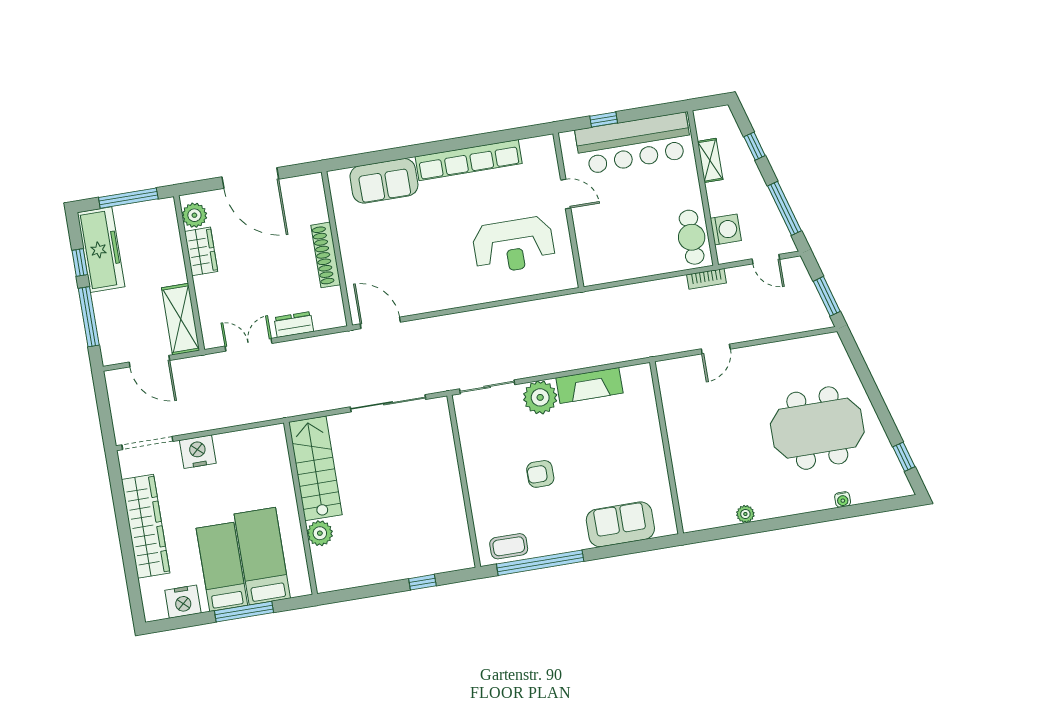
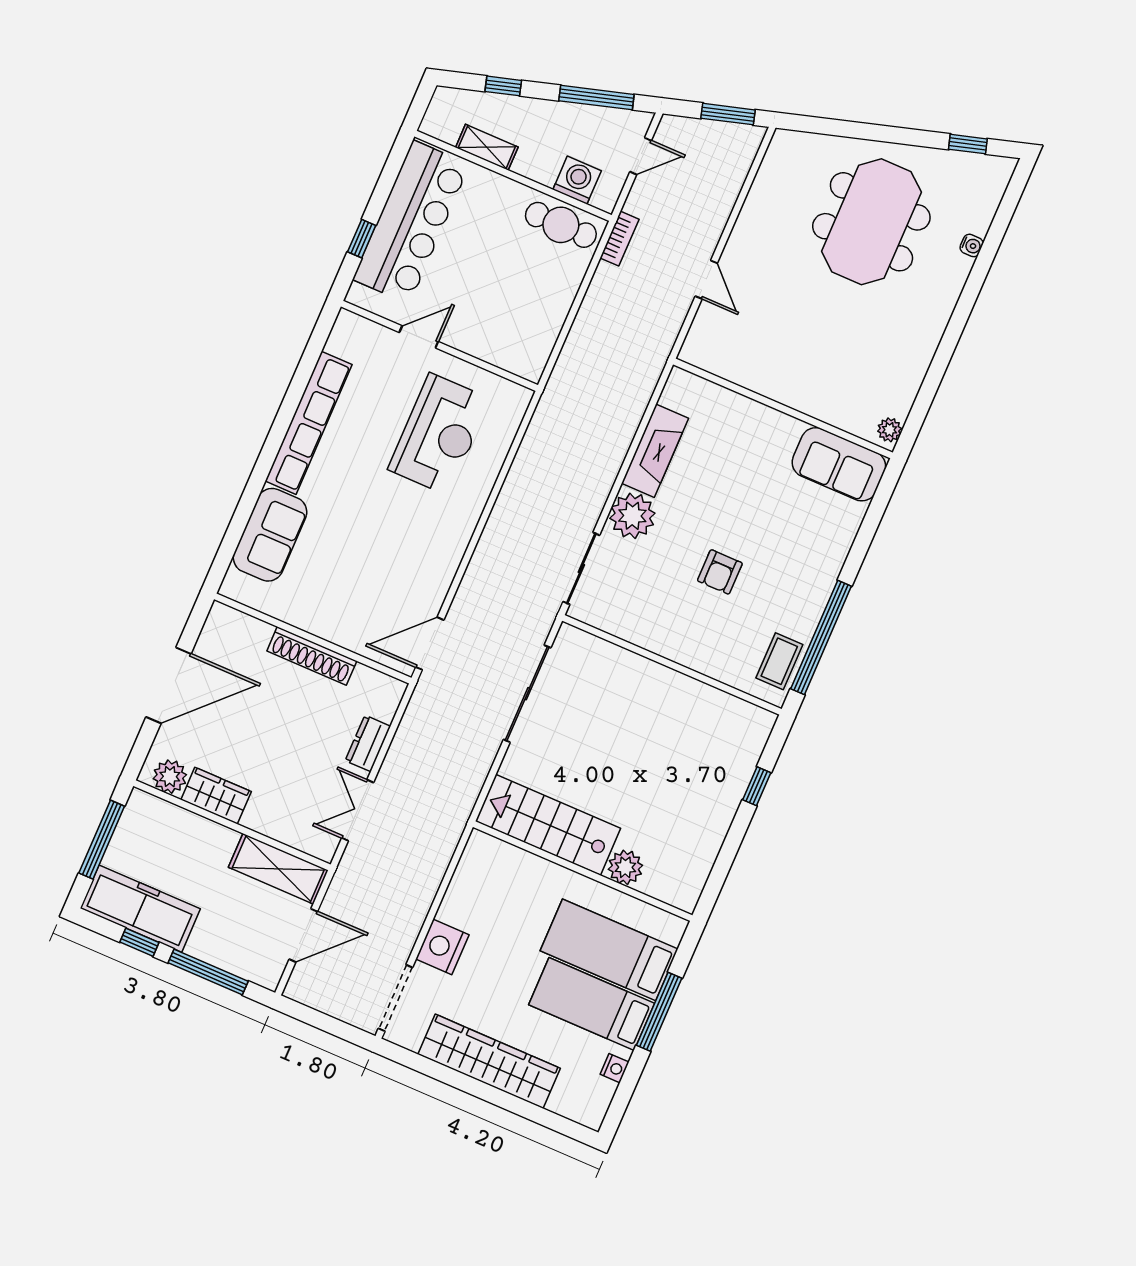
plant: (745, 514) -> (890, 430), moved
sofa: (620, 524) -> (839, 464), moved, turned -90
nightstand: (183, 602) -> (615, 1068), width x0.53, depth x0.56

